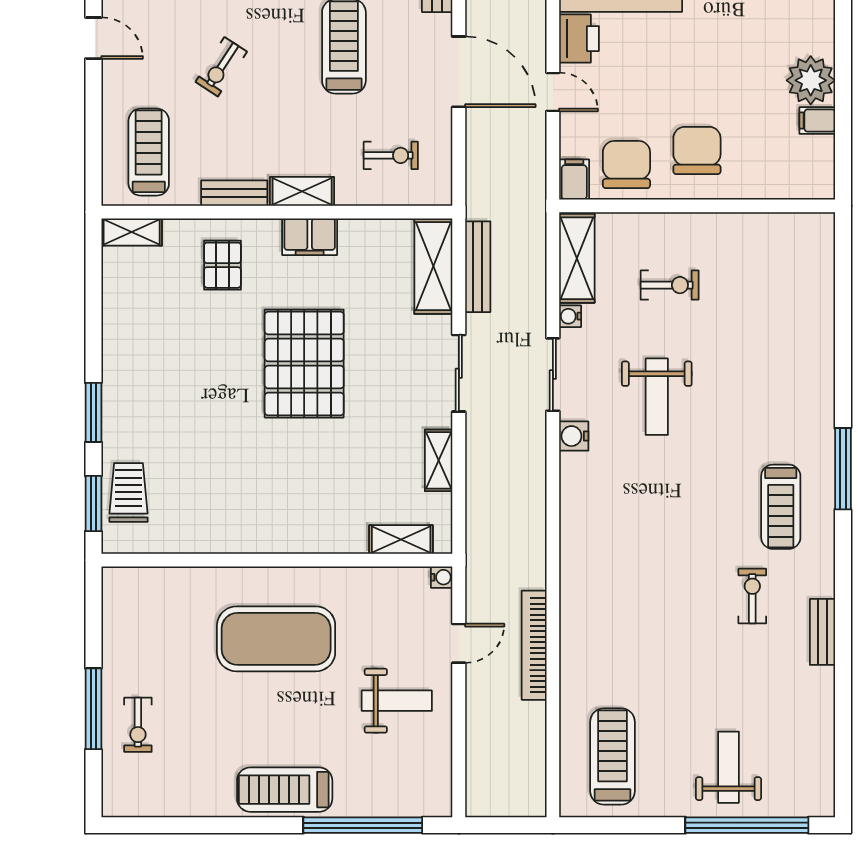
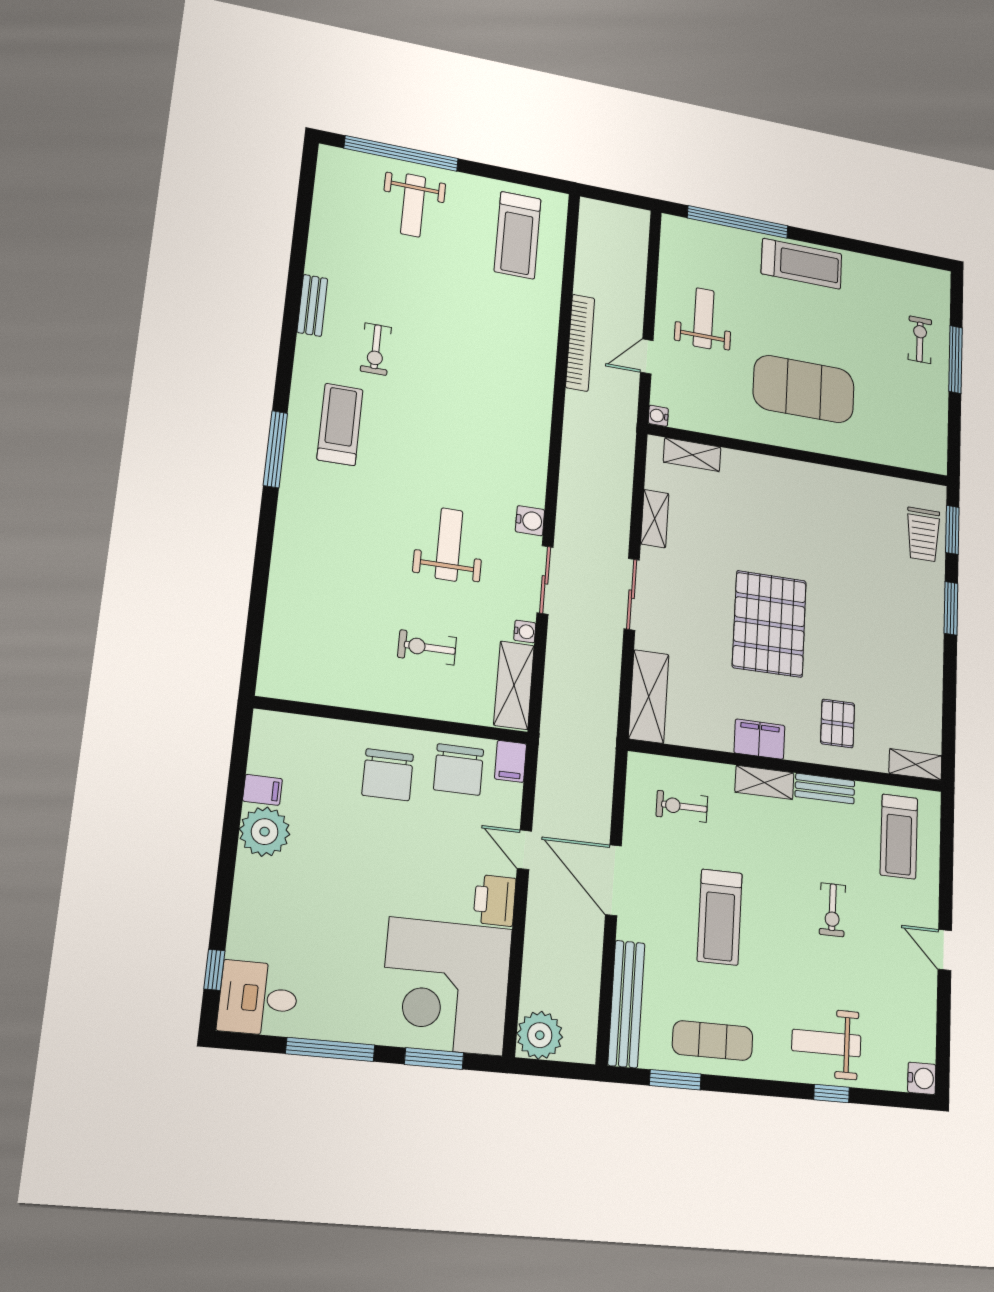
exercise bike: (221, 67) -> (832, 910), turned 147
bench: (478, 267) -> (608, 690), removed
weight bench: (397, 701) -> (704, 318), turned 90

